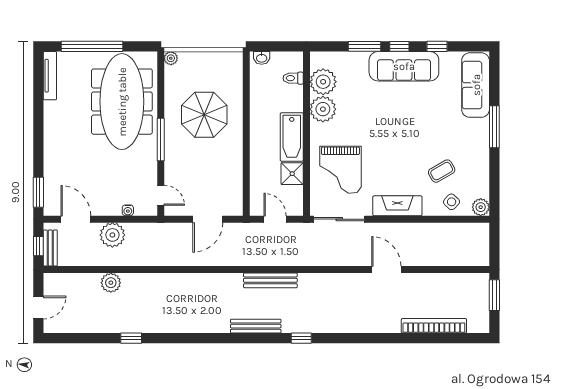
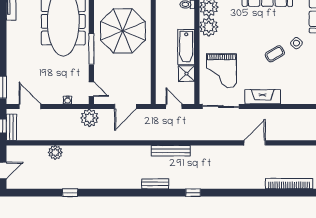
parasol: (204, 115) -> (123, 31), width x1.36, depth x1.36
coffee table: (442, 171) -> (275, 54), moved
side table: (452, 202) -> (296, 43), moved
plant: (112, 235) -> (89, 118), moved
door: (386, 269) -> (255, 143), hinge flipped
bench: (256, 326) -> (155, 184), width x0.73

